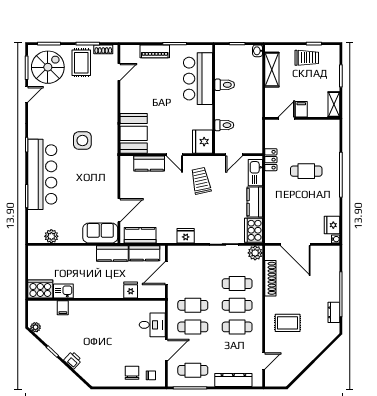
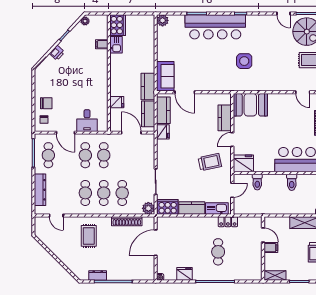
door: (234, 155) -> (232, 190), swing flipped
fridge: (332, 225) -> (184, 274), moved
plant: (51, 236) -> (163, 20), moved
fridge: (186, 236) -> (163, 132), moved

